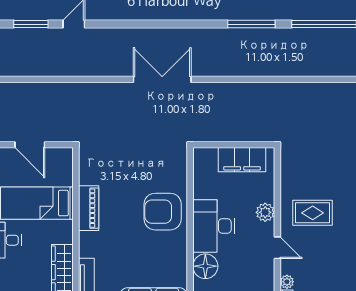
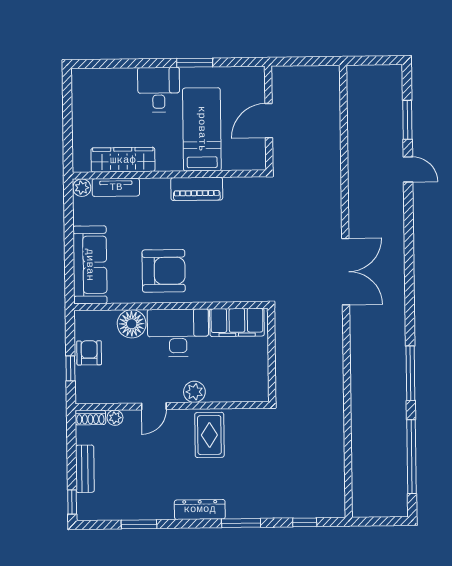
filing cabinet: (242, 160) -> (237, 322), moved, turned -90
armchair: (163, 212) -> (164, 271), moved, turned 90
rug: (313, 213) -> (209, 435), moved

